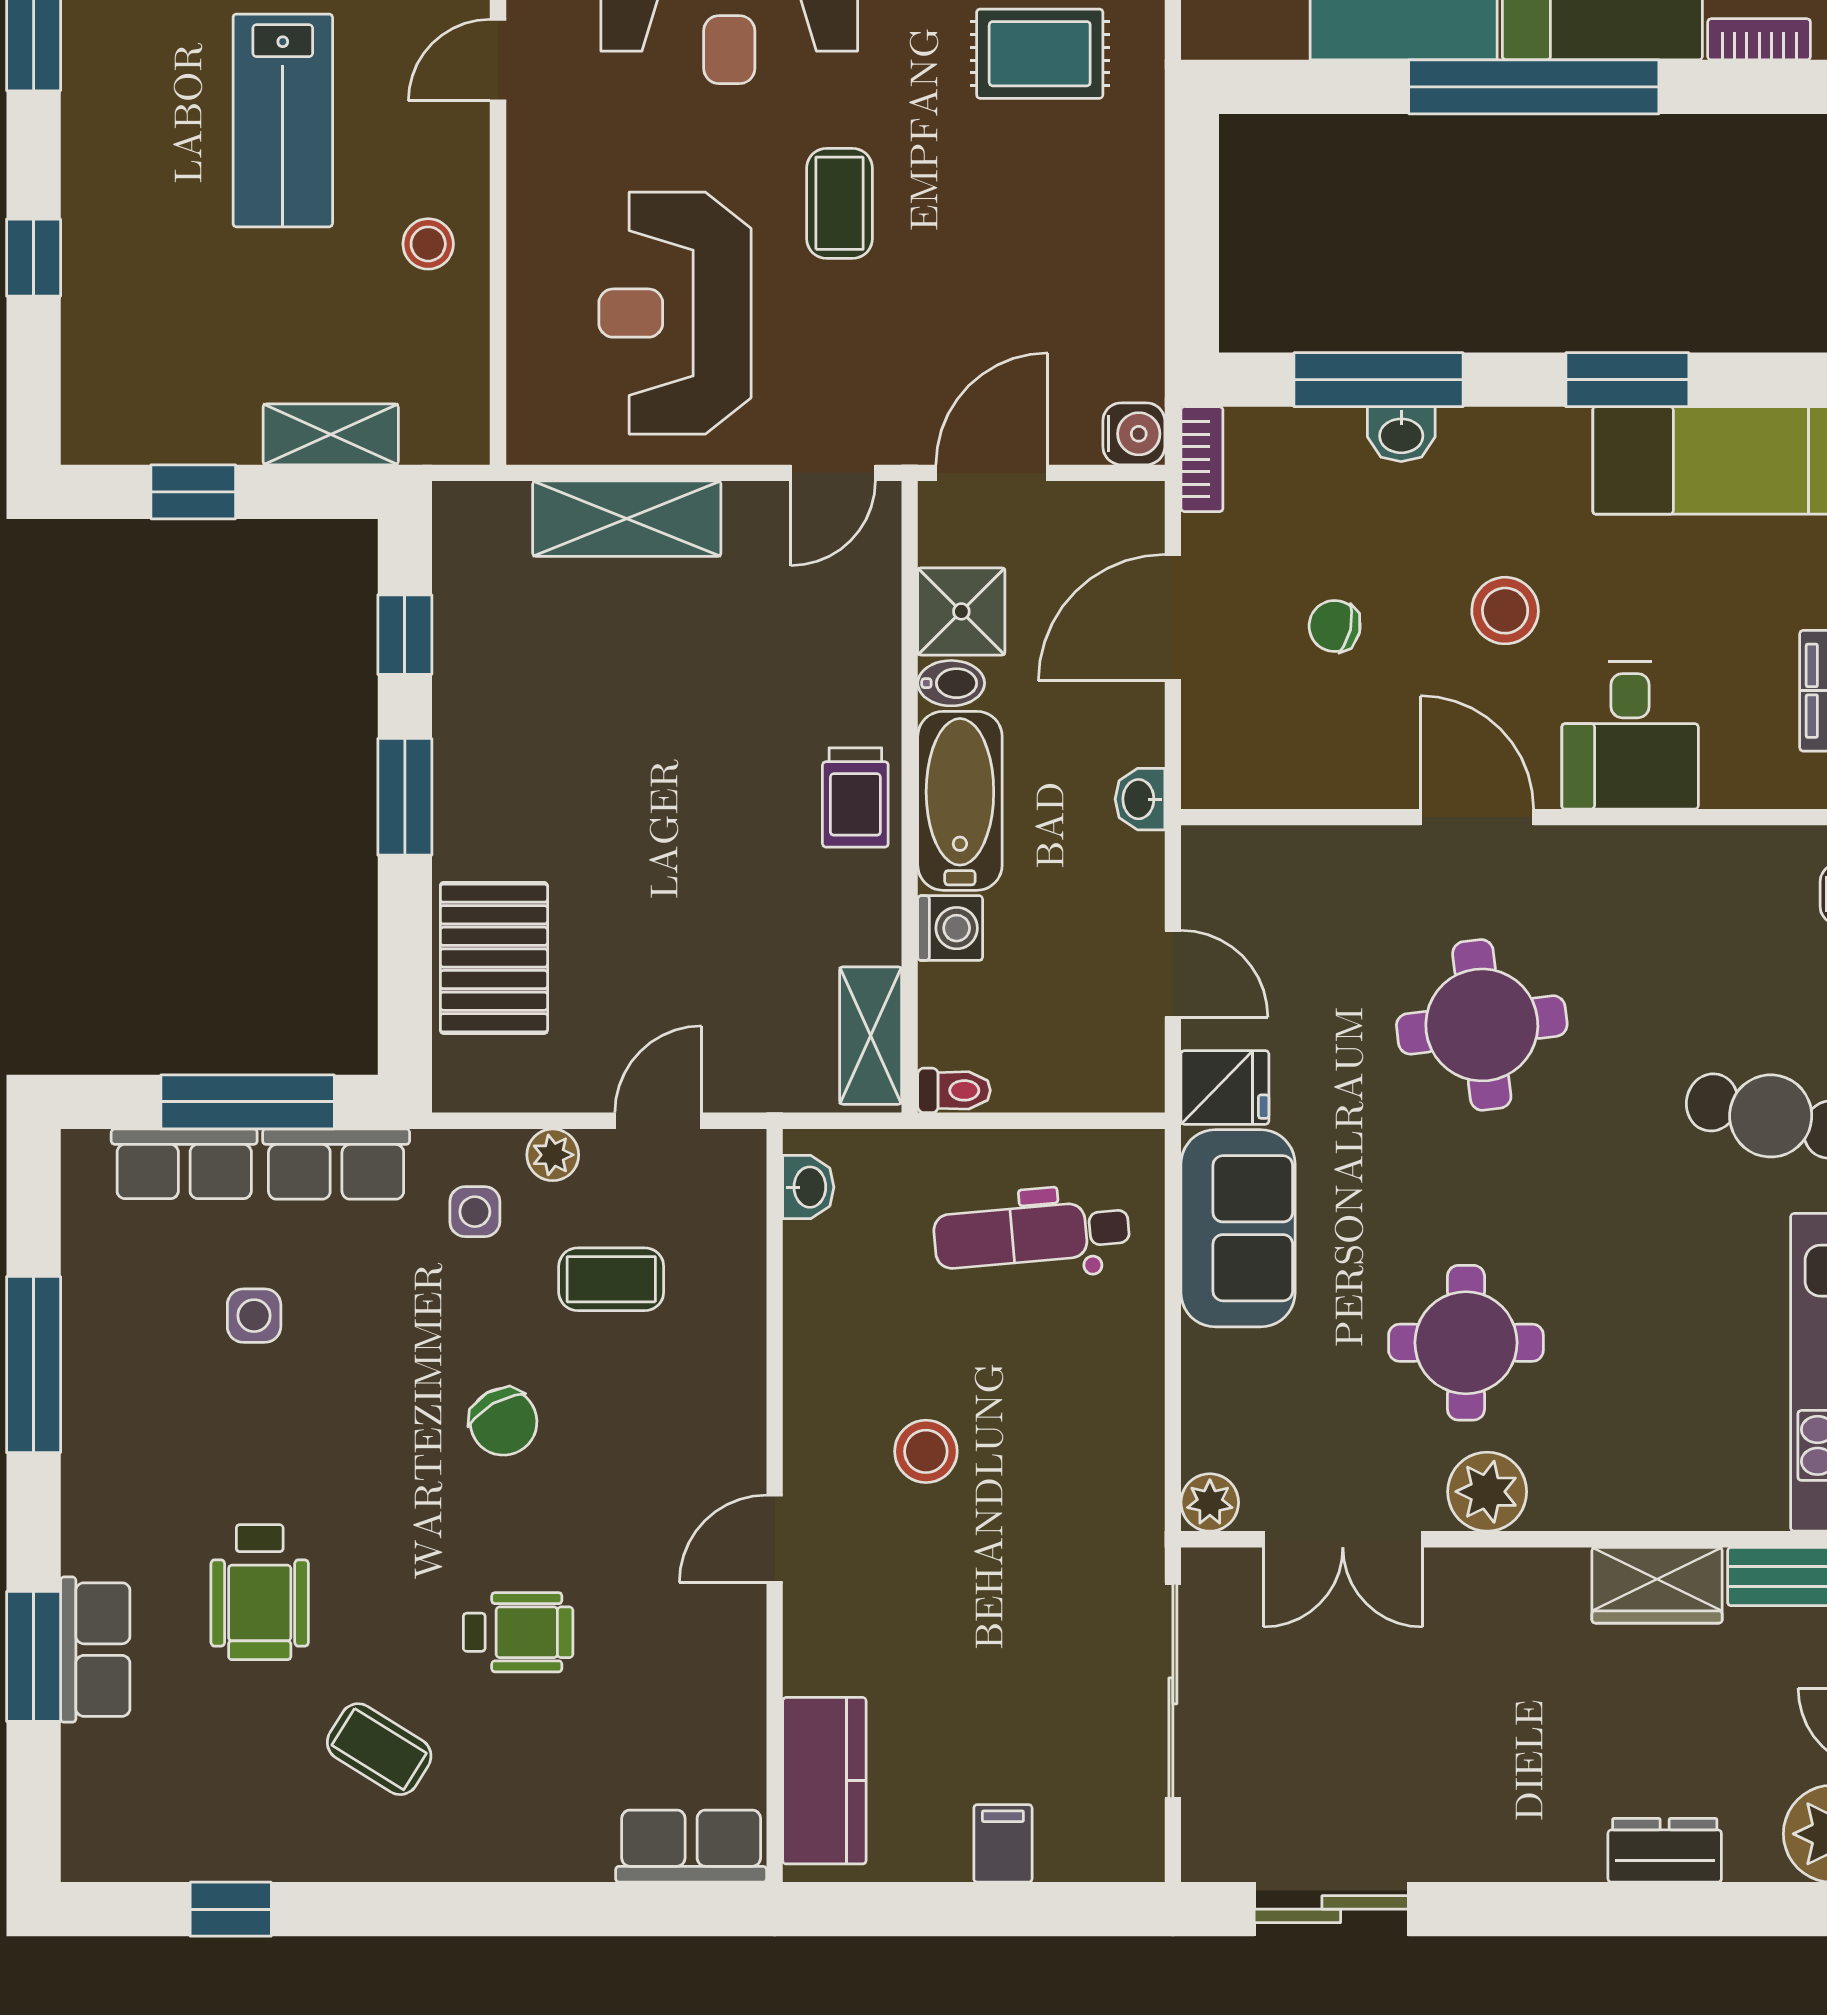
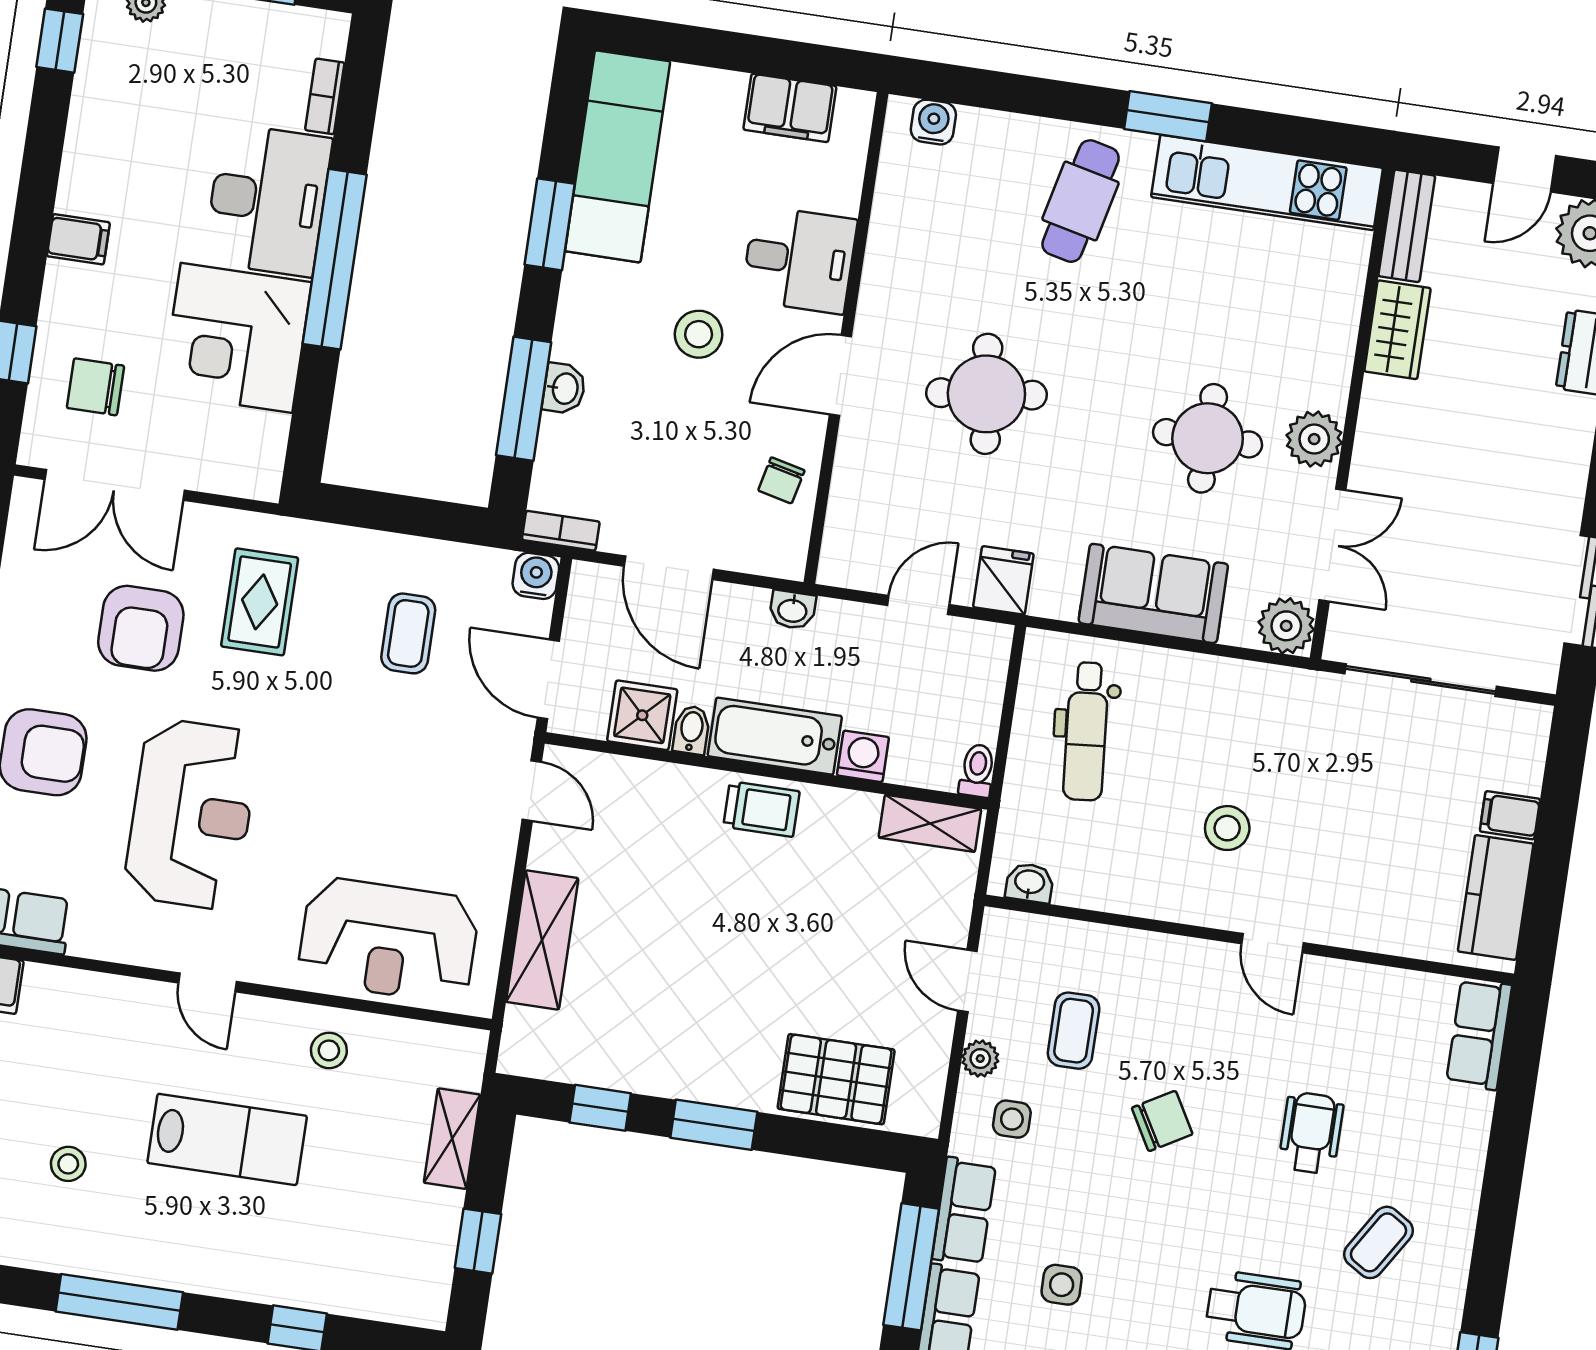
coffee table: (839, 203) -> (408, 633), moved, turned 90
reception desk: (675, 313) -> (388, 940), moved
chair: (1335, 626) -> (781, 480), moved
sofa: (1238, 1228) -> (1153, 593), moved
plant: (1210, 1502) -> (1286, 626), width x1.38, depth x1.38
kitchen counter: (824, 1781) -> (1496, 897), moved, turned -90

